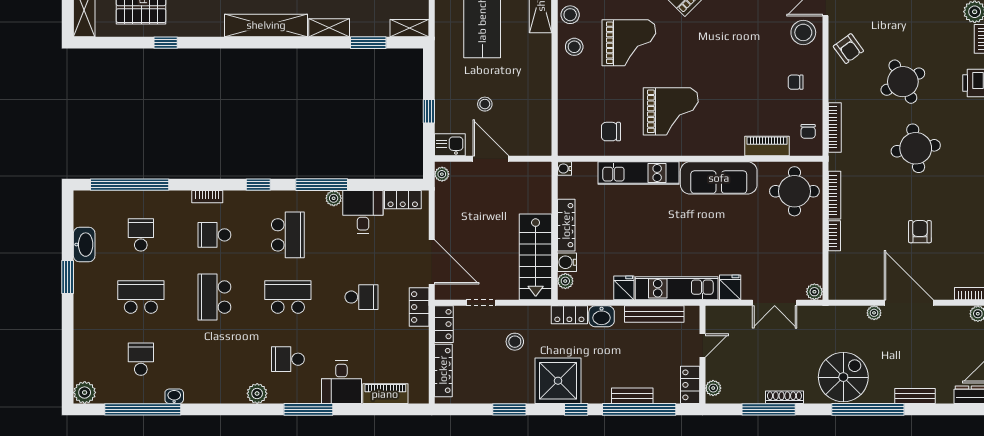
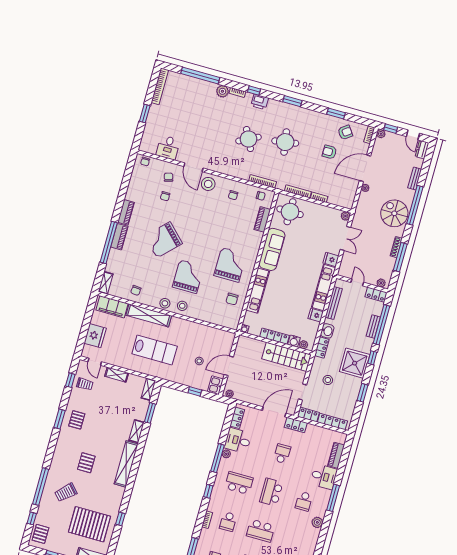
armchair: (848, 49) -> (345, 132), moved

